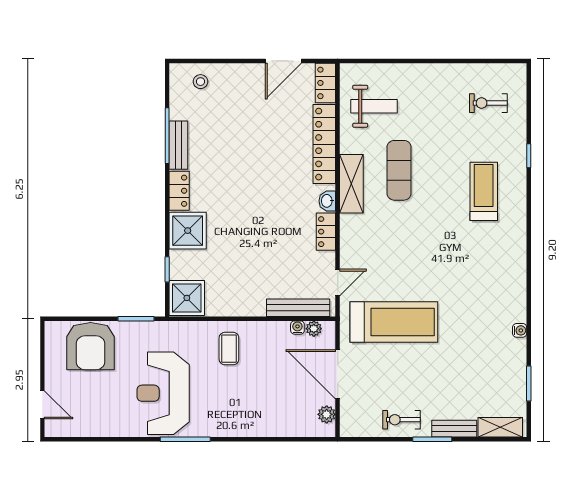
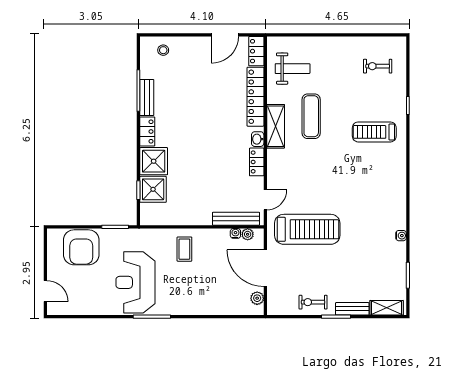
treadmill: (484, 191) -> (374, 132), turned -90
shower: (187, 298) -> (153, 189), moved

